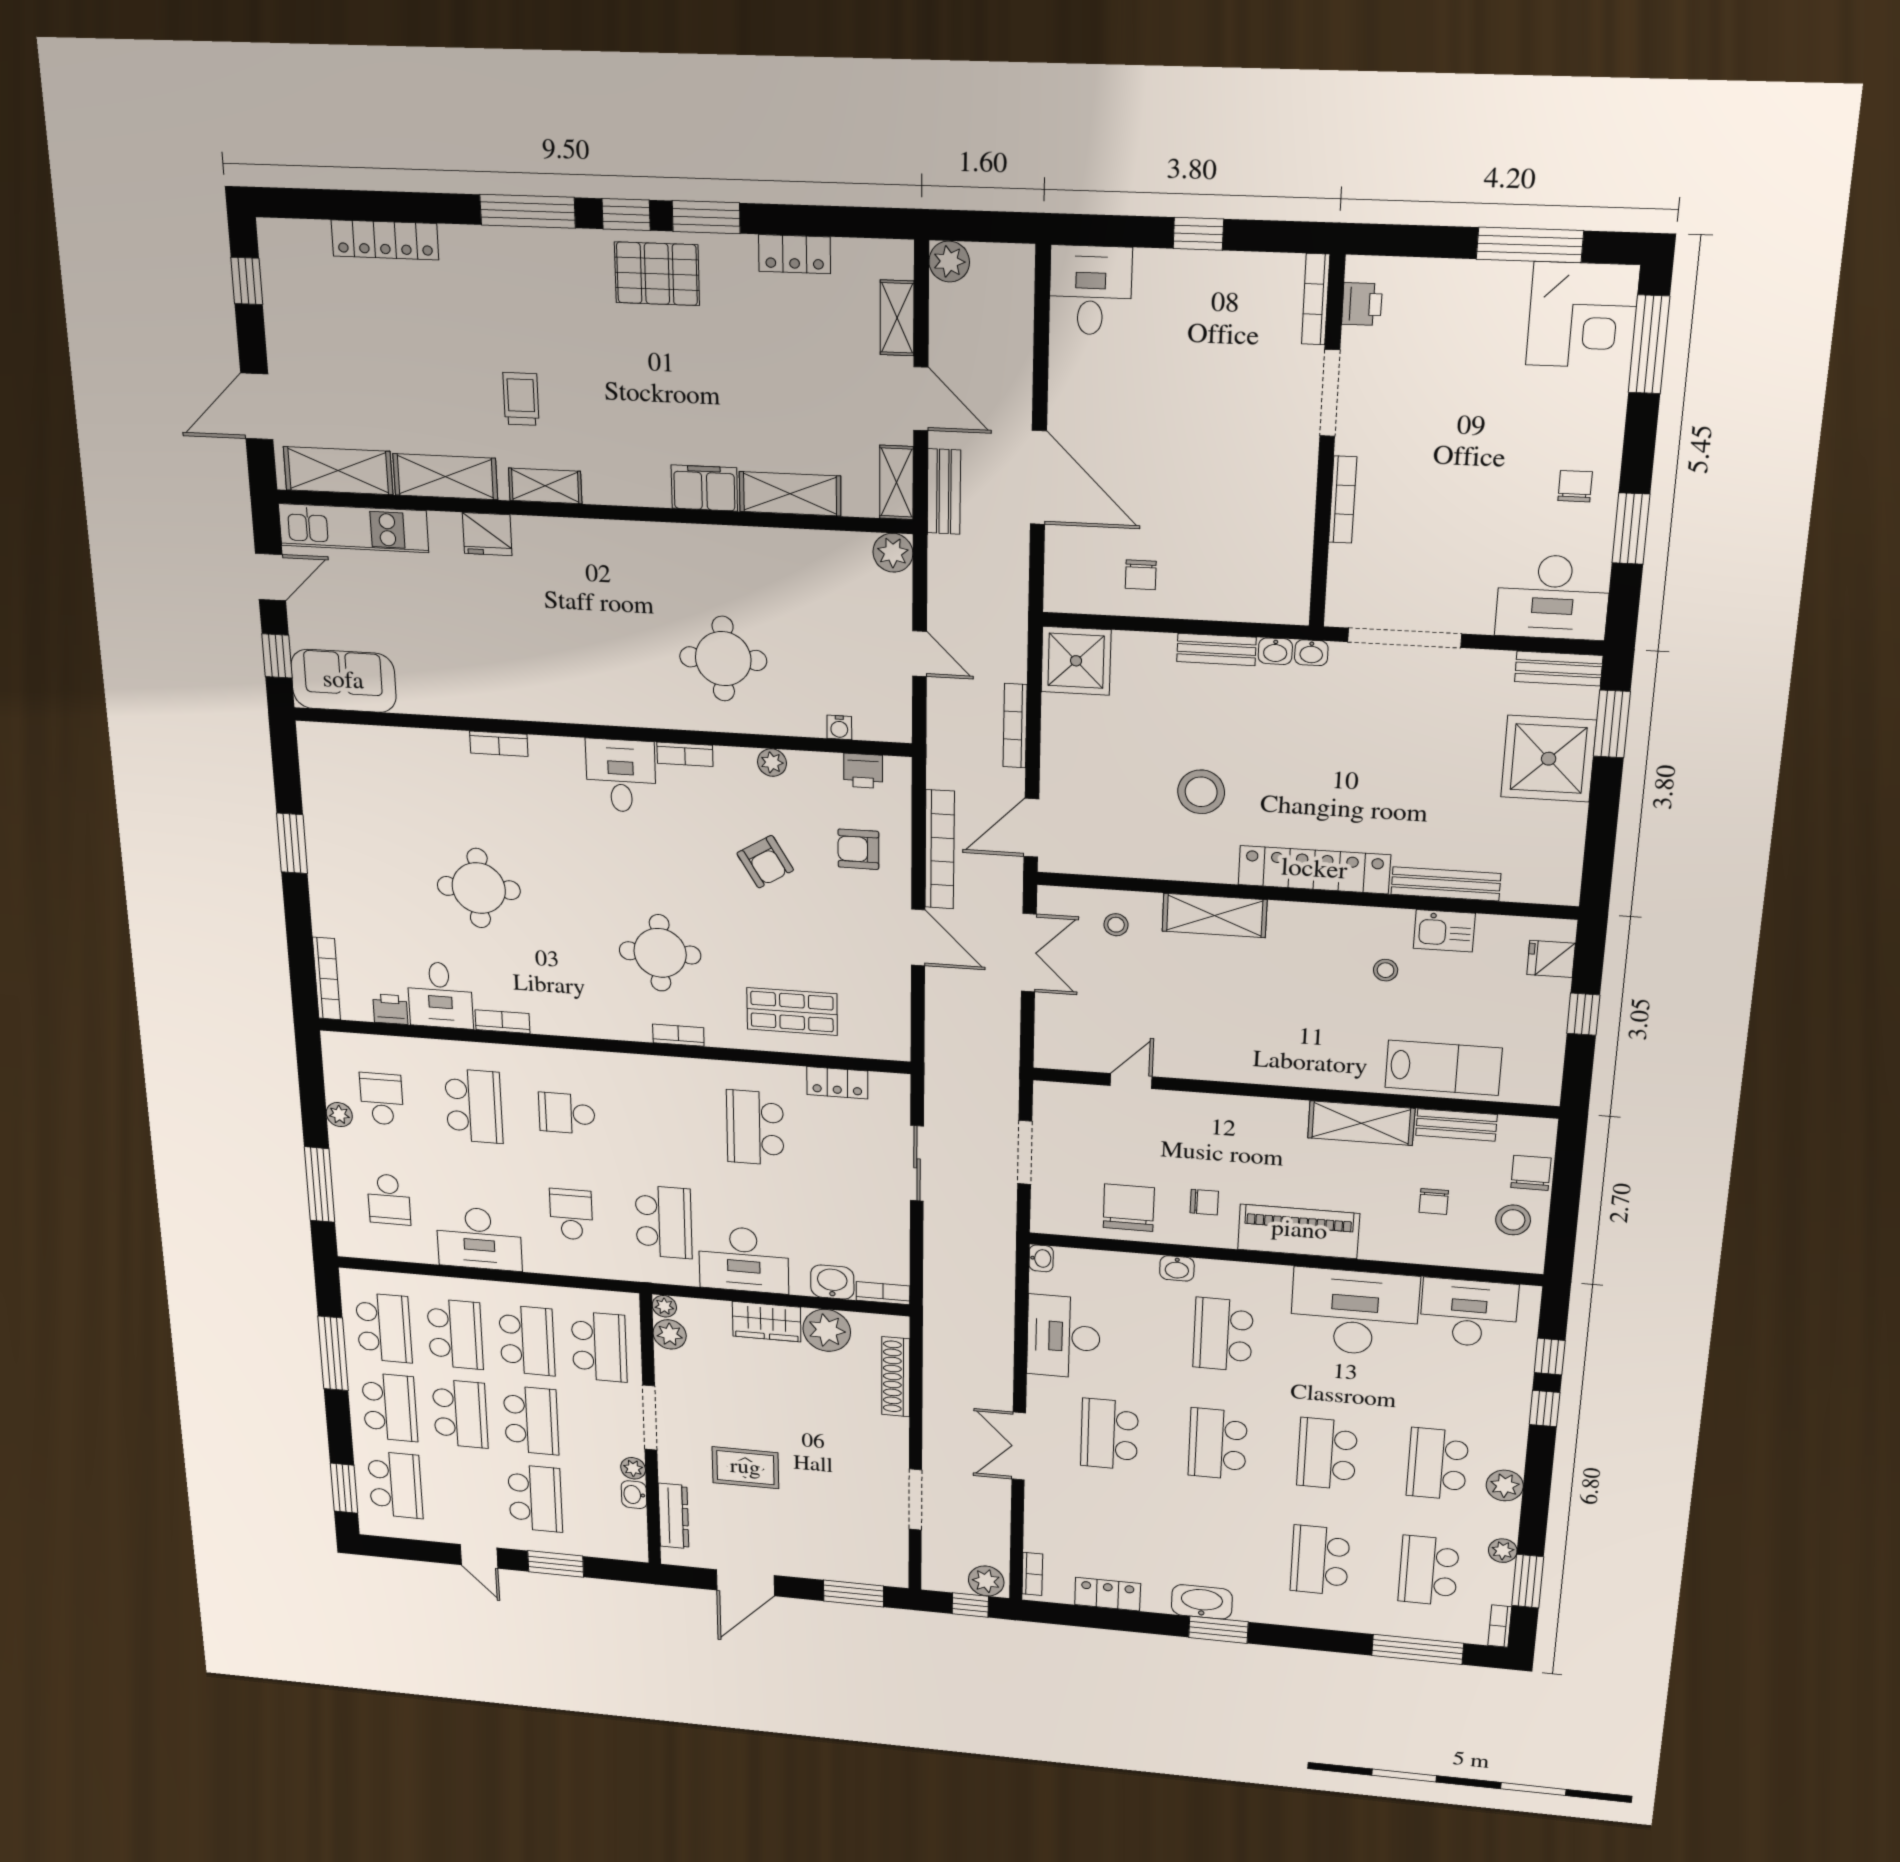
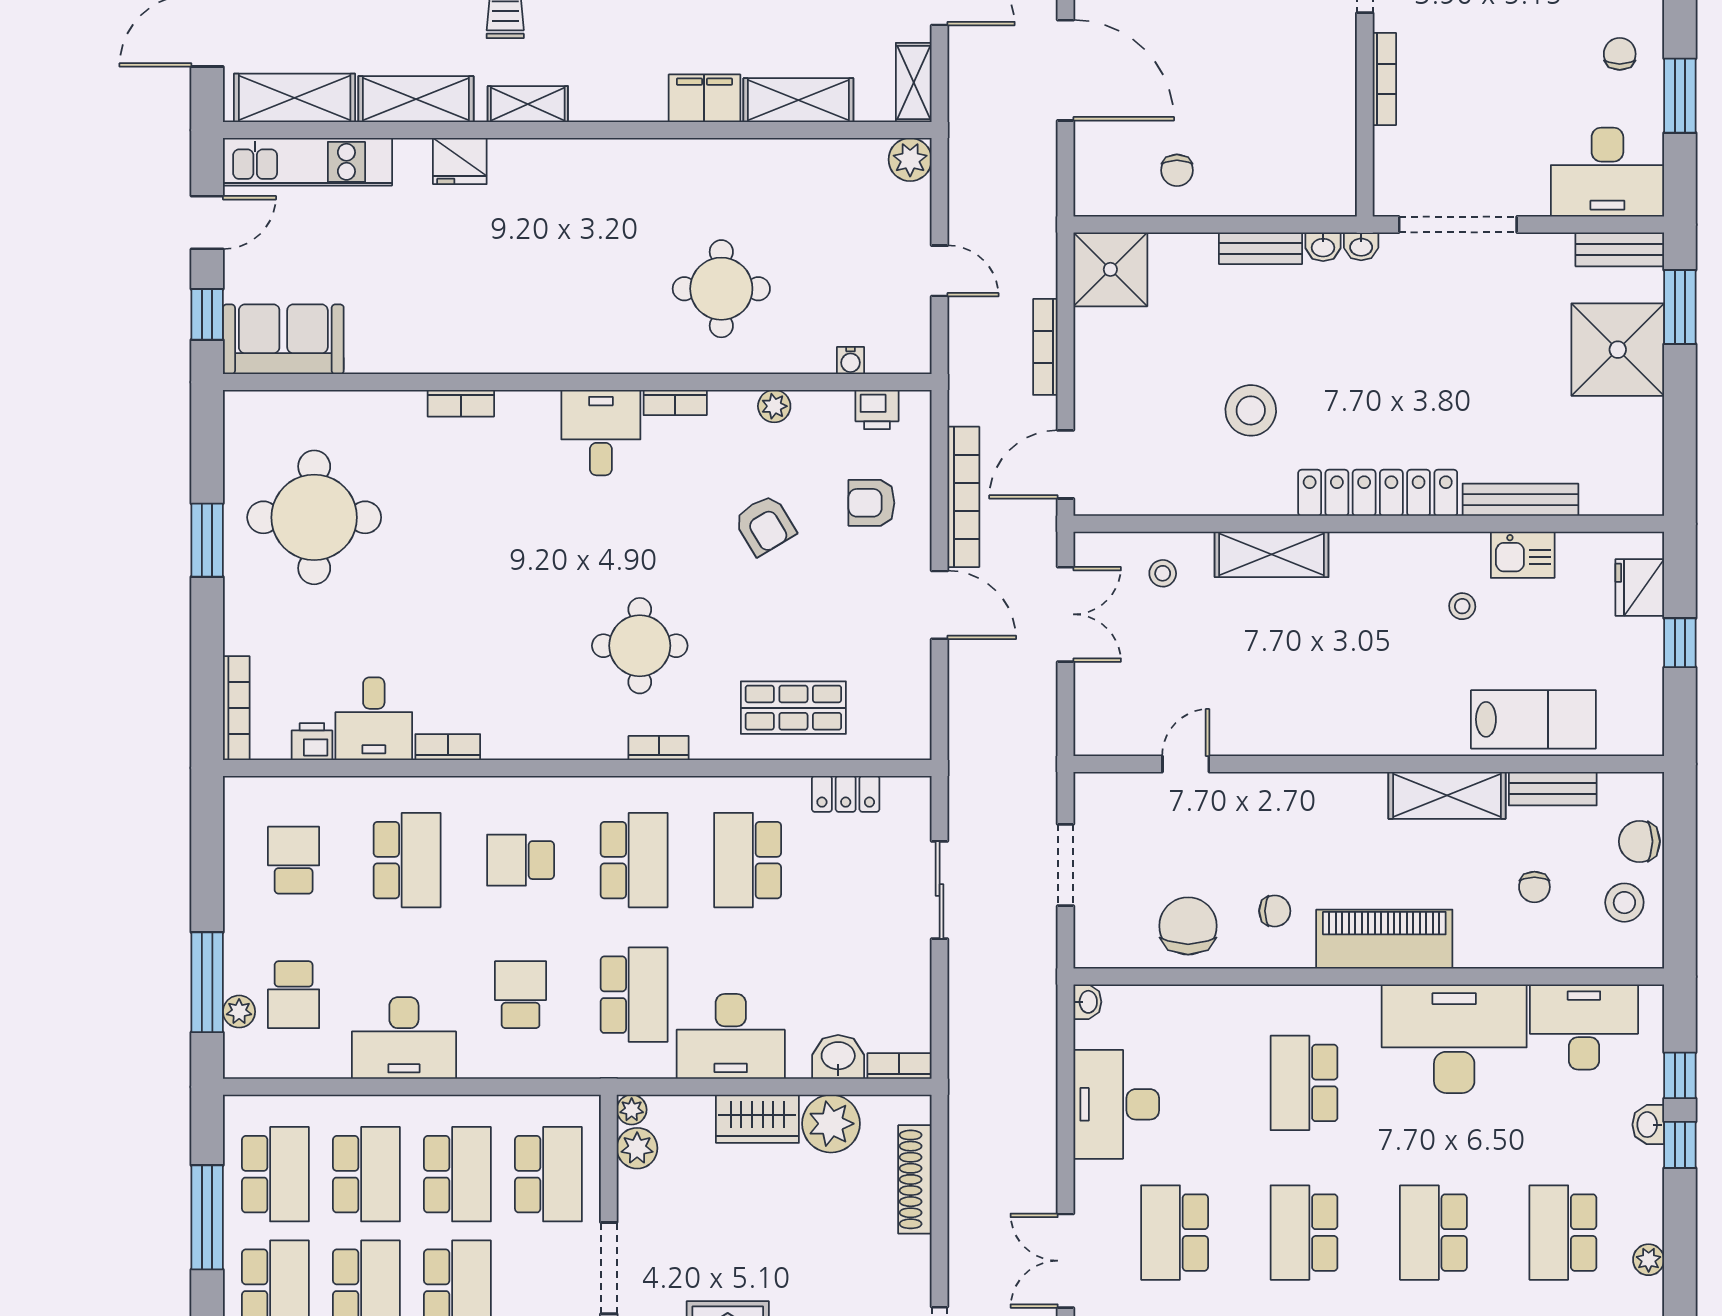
bench: (944, 492) -> (965, 90), removed
round table: (479, 888) -> (314, 517), moved, width x1.36, depth x1.36
fridge: (1551, 959) -> (1640, 587), width x1.38
plant: (339, 1115) -> (239, 1012), moved
school desk: (660, 1120) -> (634, 860), added
chair: (1531, 1173) -> (1639, 841), turned -90
washbasin: (1177, 1268) -> (1648, 1125), moved, turned 90
plant: (1505, 1486) -> (1649, 1260), width x0.73, depth x0.73

